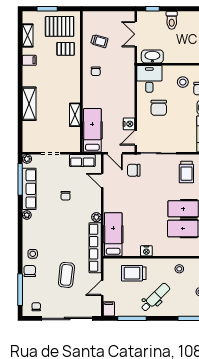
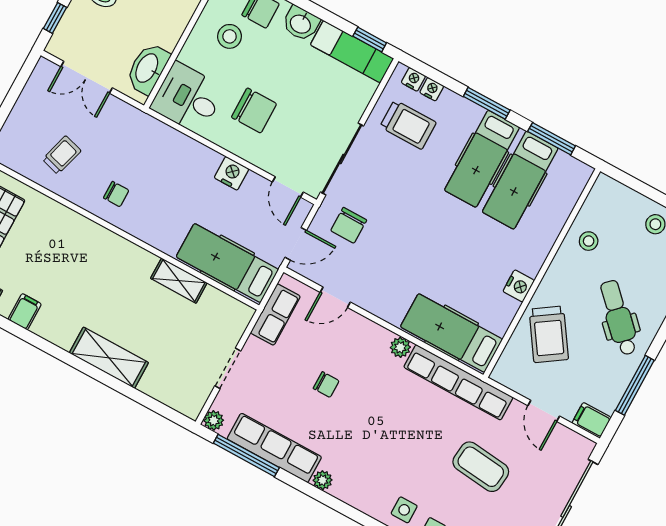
pallet: (66, 49) -> (41, 229), removed
nightstand: (129, 124) -> (232, 173), moved
trolley: (134, 273) -> (549, 334), turned -34

